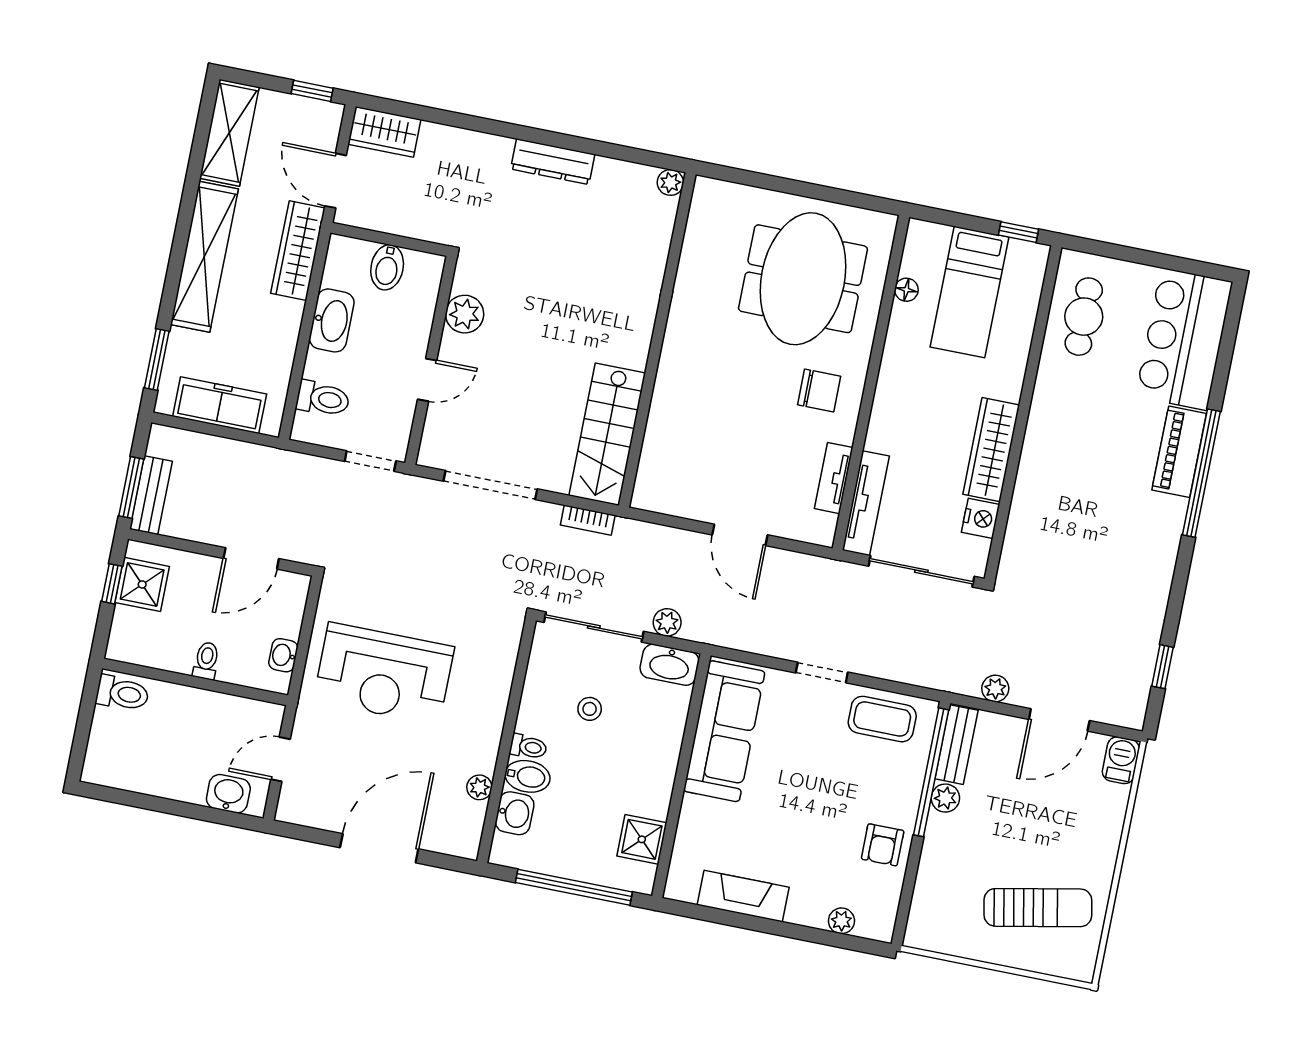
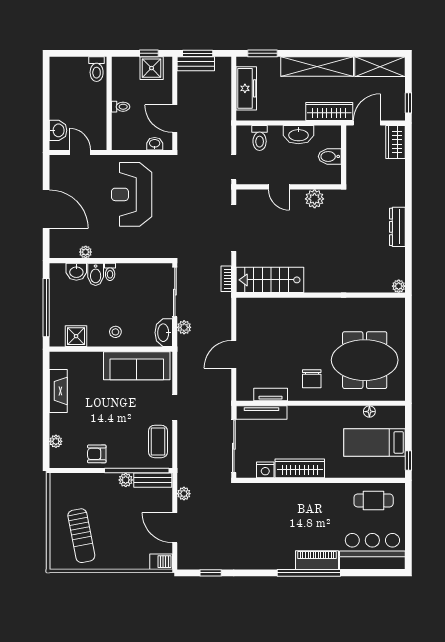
washbasin: (283, 655) -> (155, 144), moved
stool: (590, 709) -> (115, 332), moved

